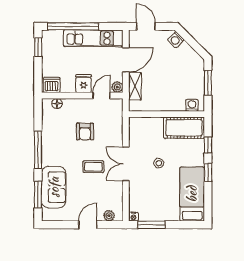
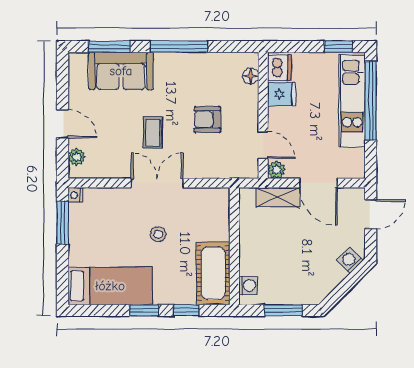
kitchen unit: (93, 38) -> (352, 101), moved
fridge: (84, 84) -> (282, 94), moved

